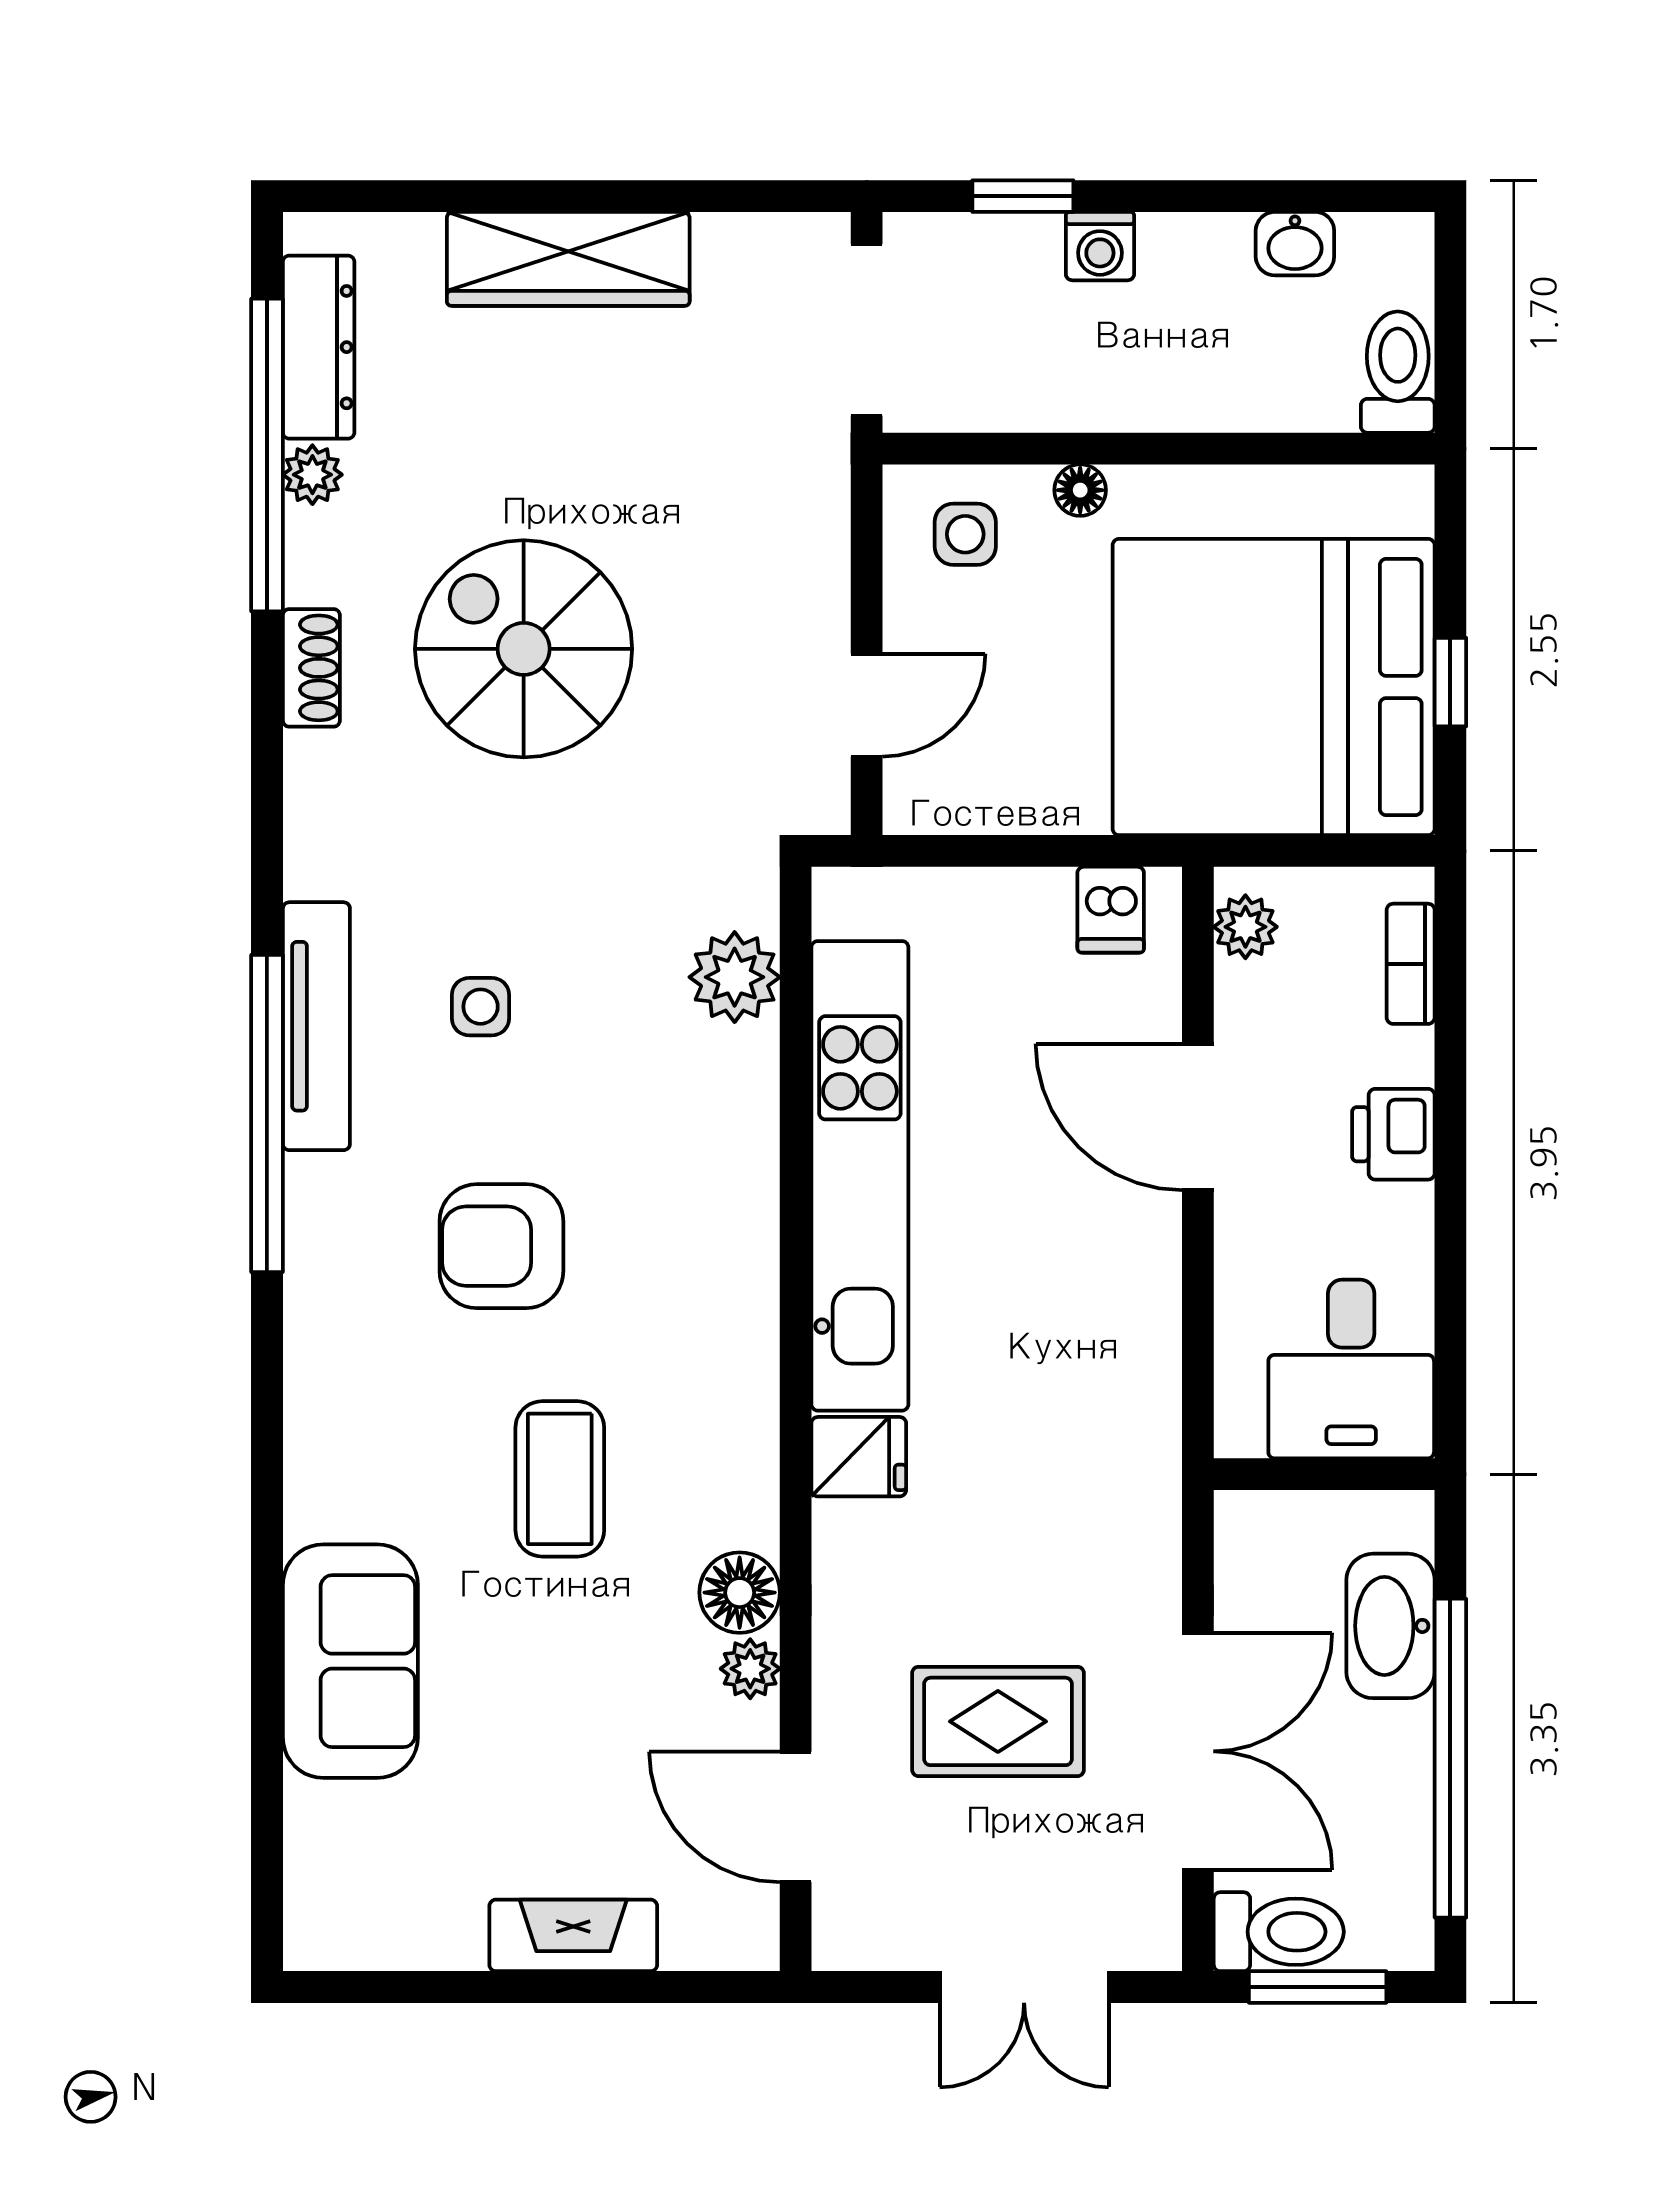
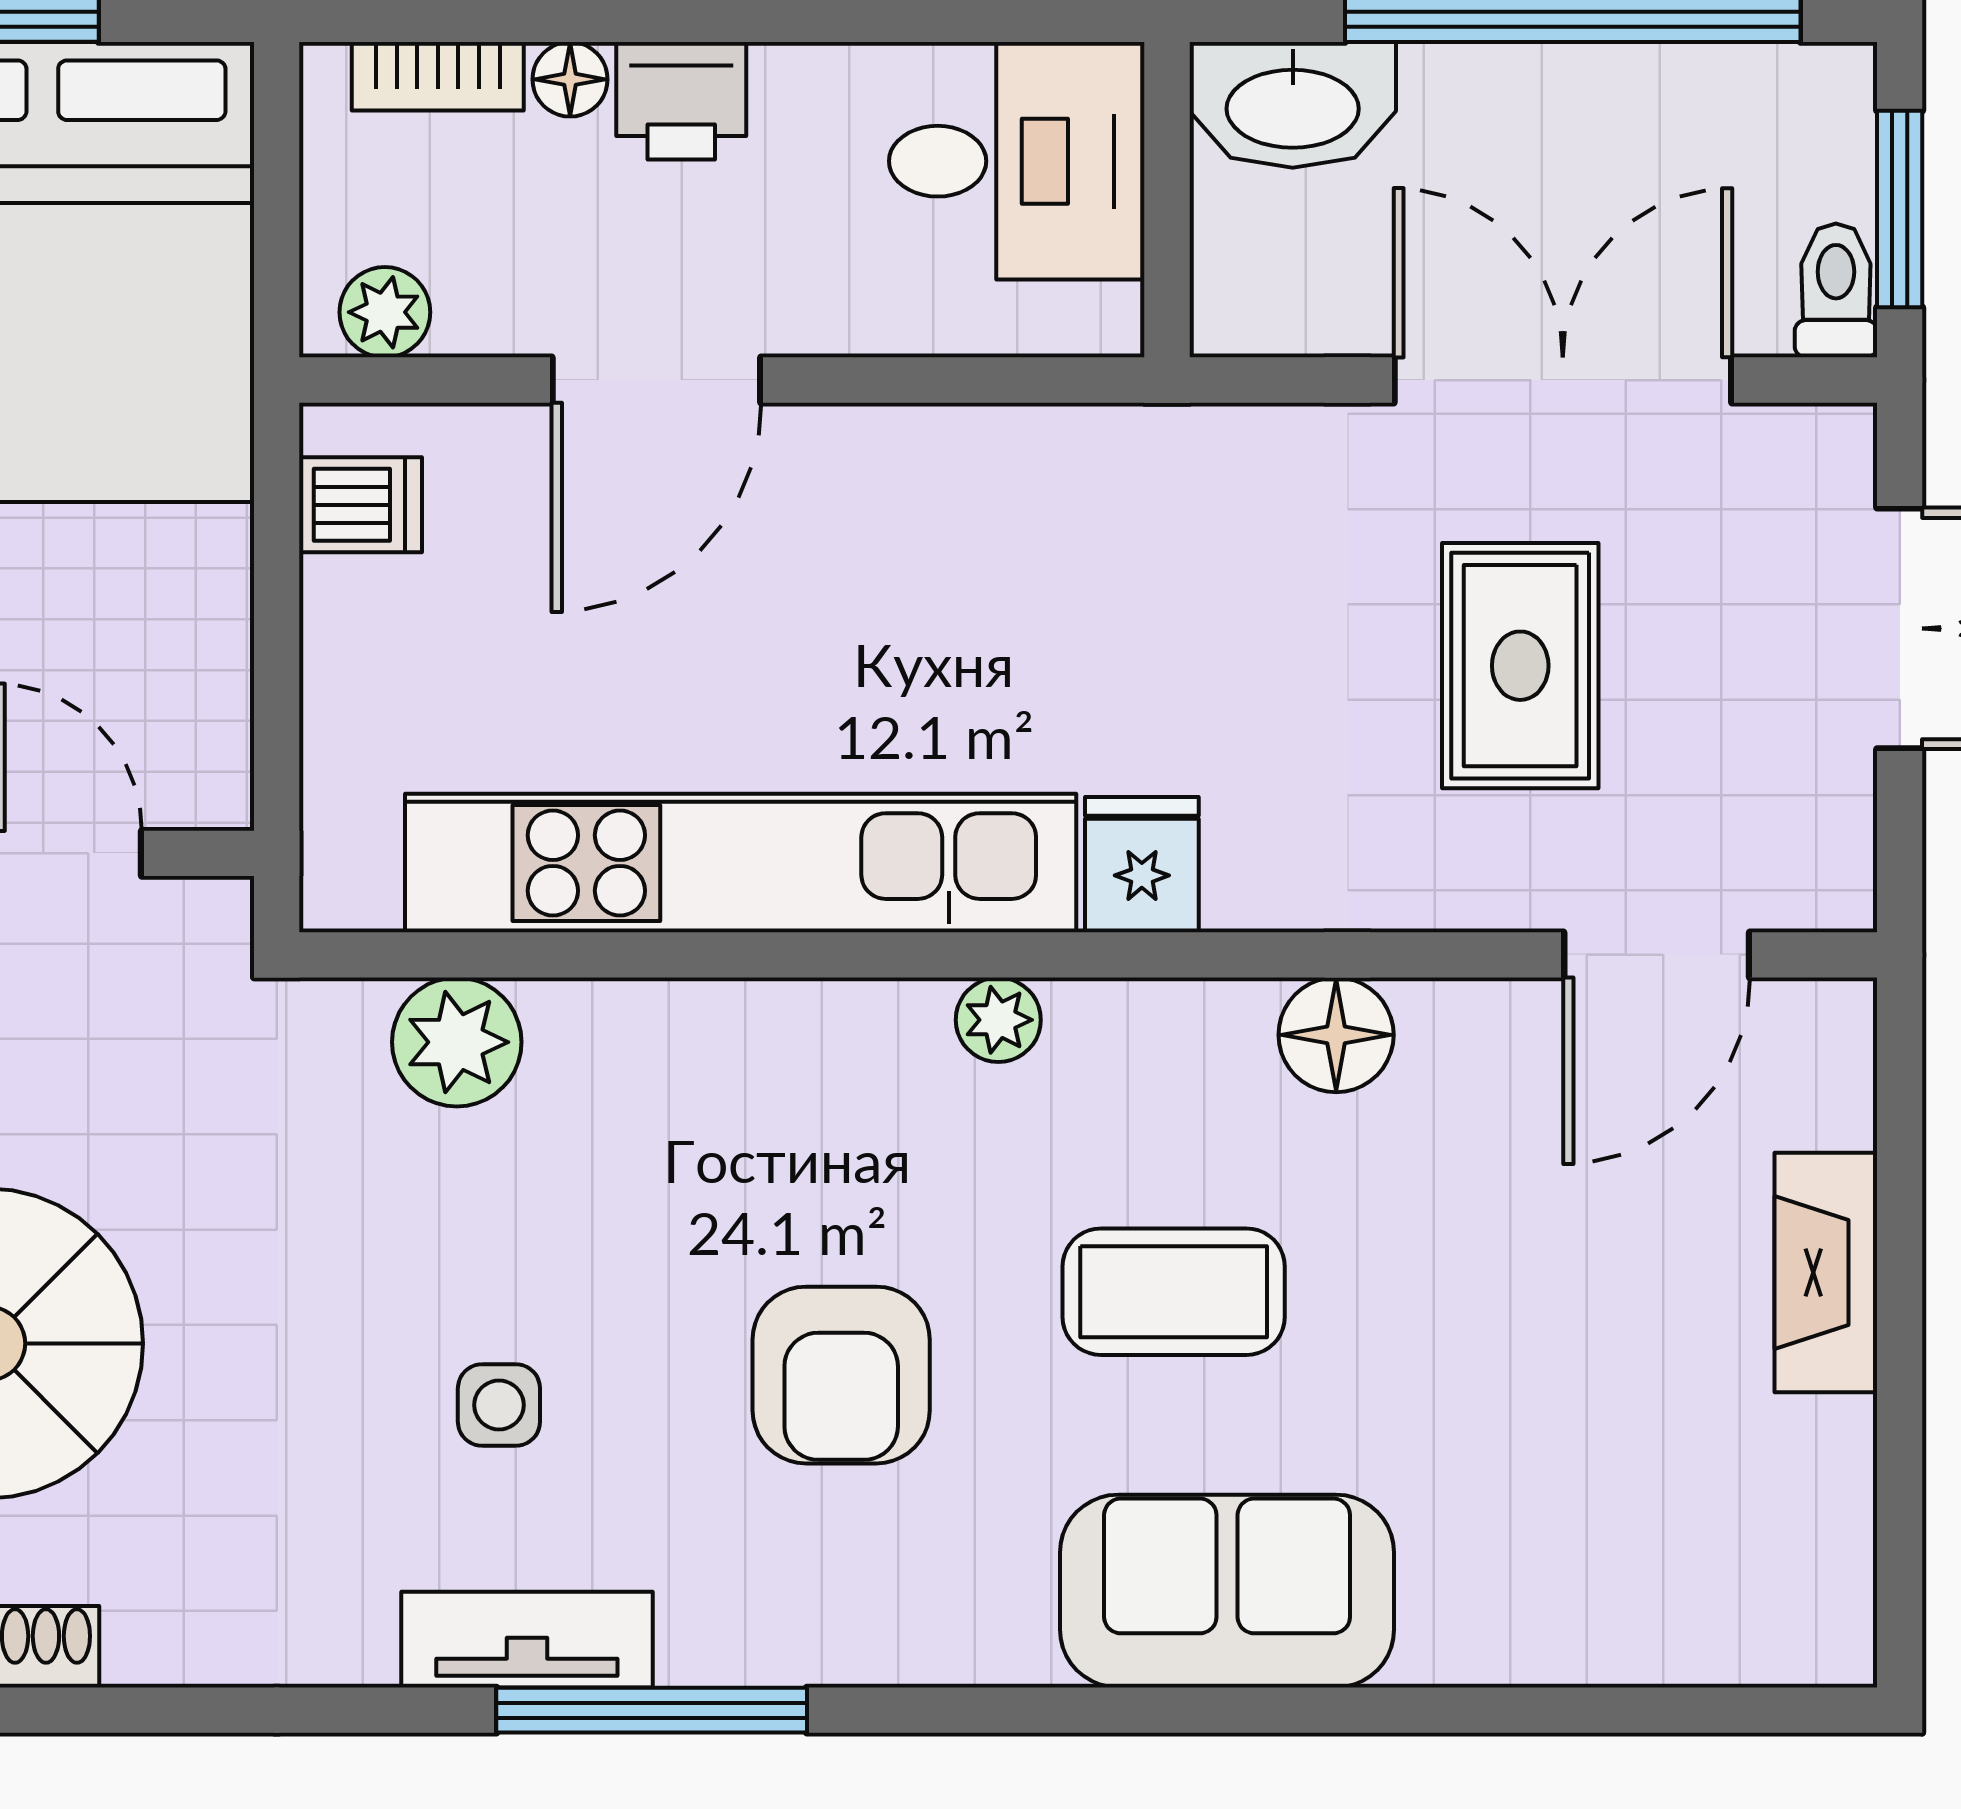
tv unit: (316, 1026) -> (527, 1640), width x0.71
floor lamp: (1408, 1056) -> (570, 79), added
window: (267, 1113) -> (652, 1710), width x0.68
washbasin: (1391, 1626) -> (1293, 105), moved
sofa: (350, 1661) -> (1227, 1591), moved
plant: (750, 1669) -> (998, 1020), moved
toilet: (1279, 1932) -> (1836, 290), width x0.73, depth x0.72

